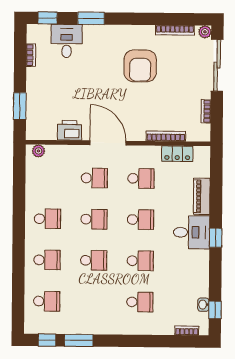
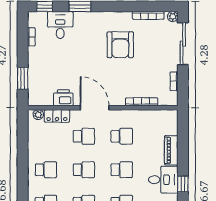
locker: (177, 154) -> (57, 116), moved

